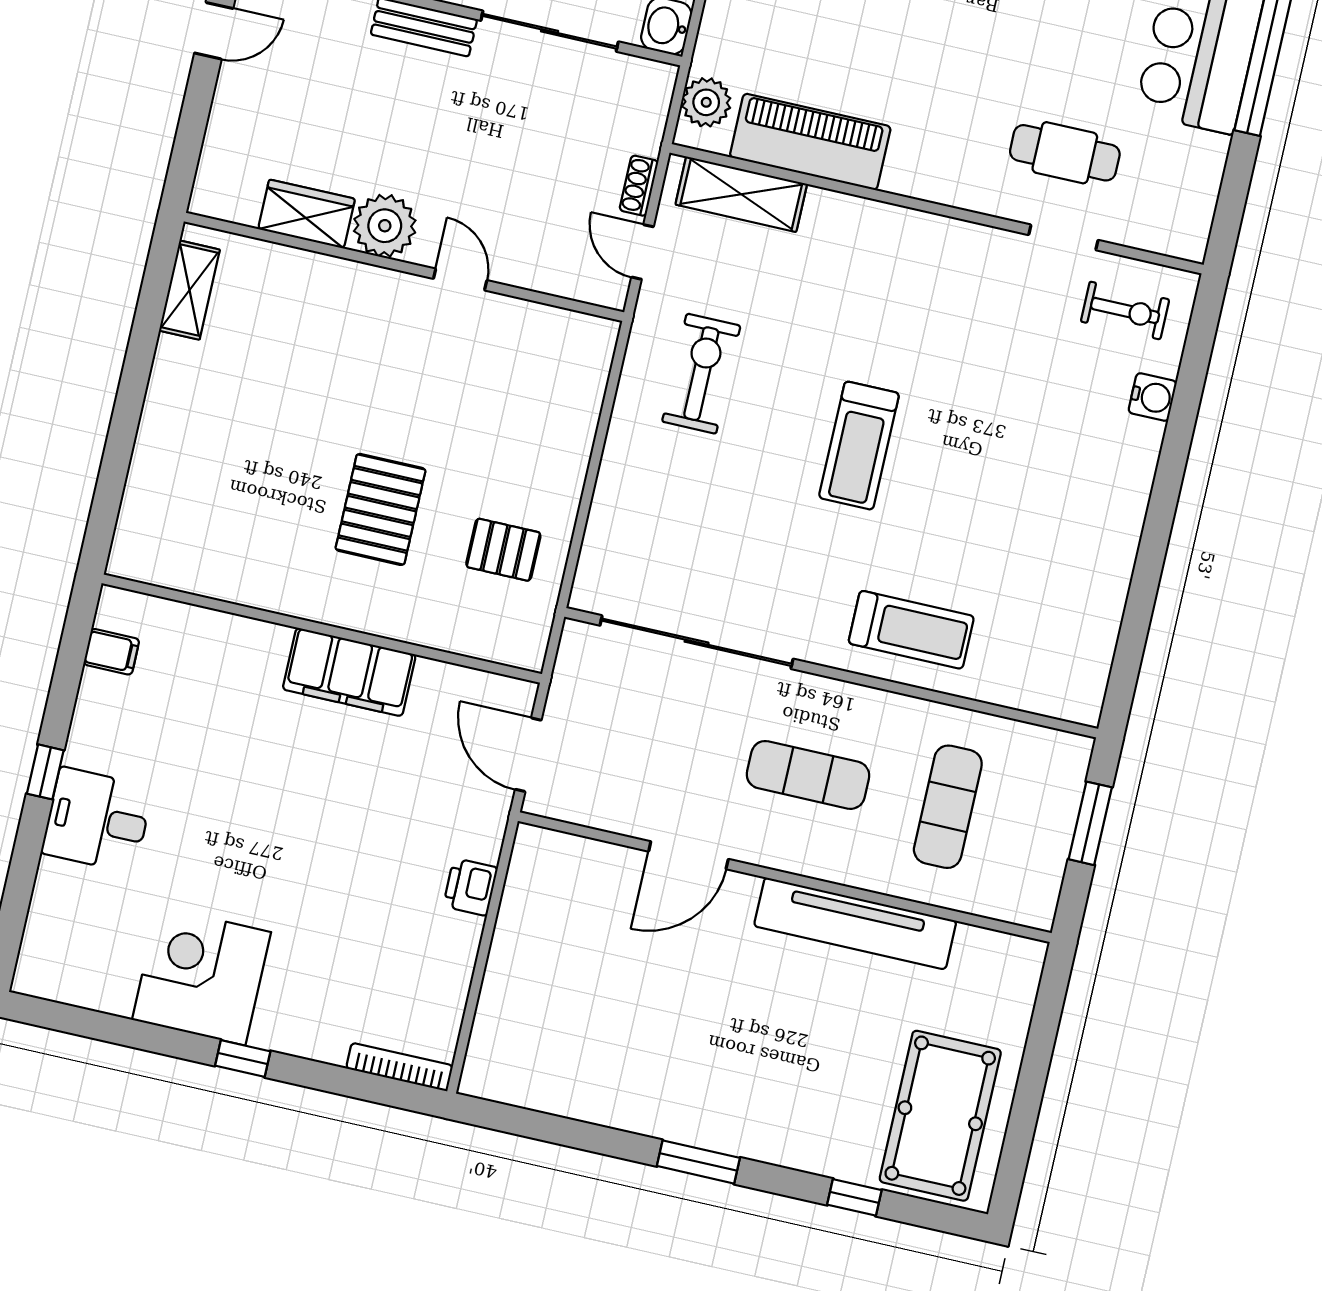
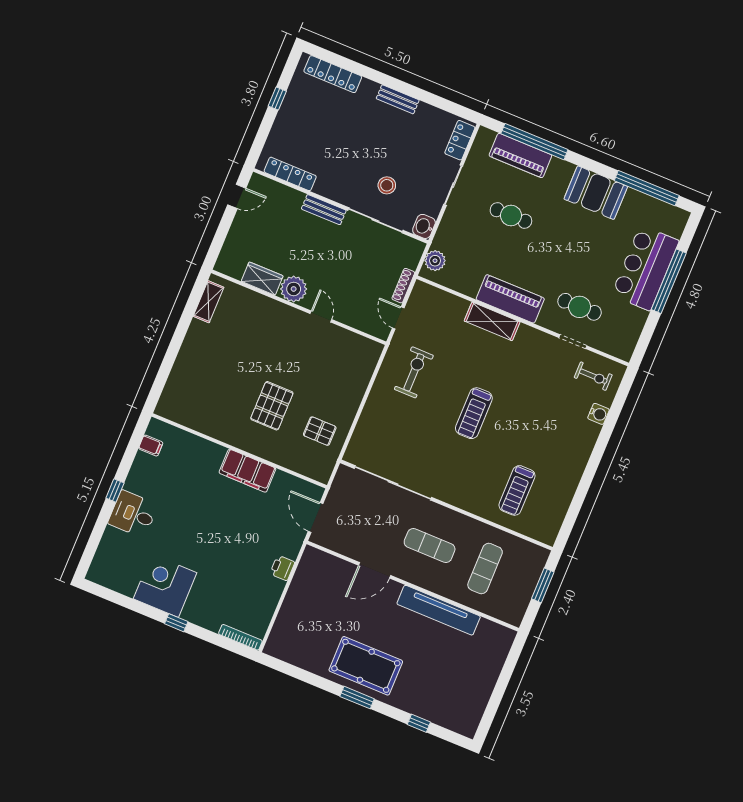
piano: (810, 142) -> (510, 299), moved
shoe rack: (639, 186) -> (403, 286), width x1.43
shelving: (741, 194) -> (492, 321), moved
treadmill: (911, 630) -> (517, 490), moved, turned 90
pool table: (940, 1116) -> (366, 666), moved, turned 90

